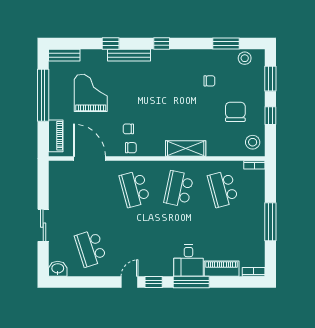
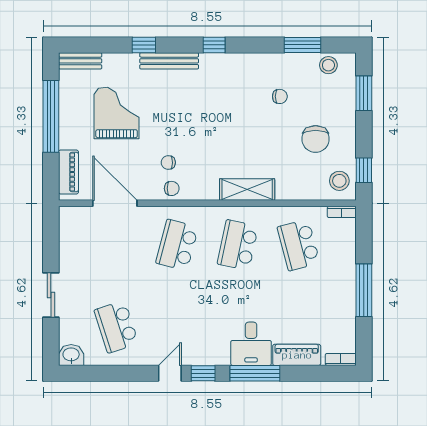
chair: (235, 112) -> (316, 139), turned 180
window: (270, 116) -> (364, 170), moved
school desk: (135, 189) -> (177, 245), turned 30

